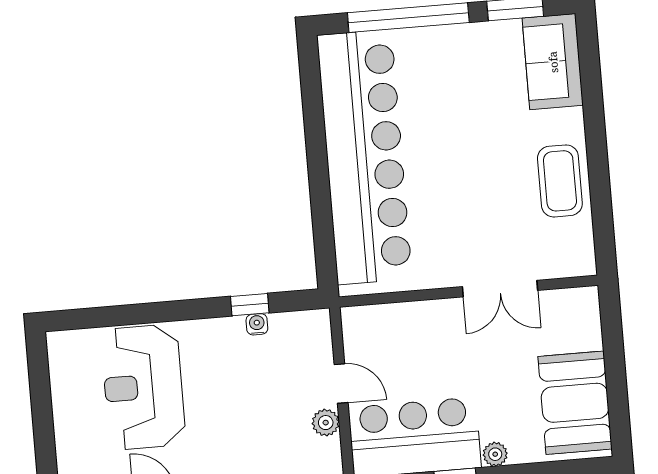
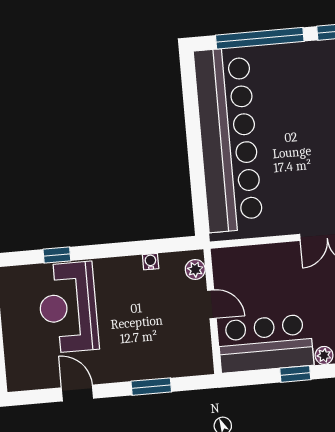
window: (250, 305) -> (57, 255), moved
plant: (326, 423) -> (195, 269), moved

